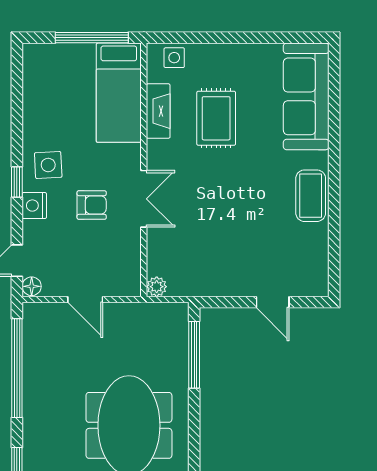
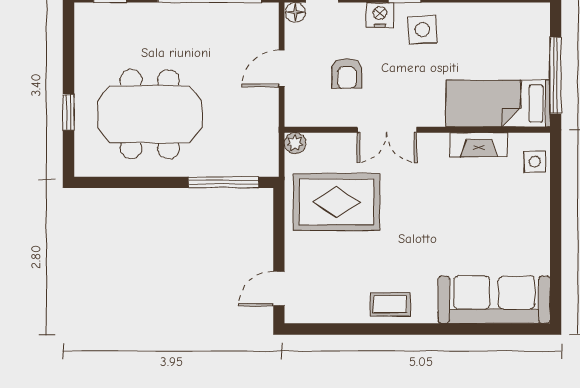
rug: (216, 118) -> (337, 202), moved, width x1.36, depth x1.43
coffee table: (311, 196) -> (390, 304), width x0.73, depth x0.77
armchair: (92, 205) -> (347, 73), moved
door: (273, 302) -> (279, 289), moved

